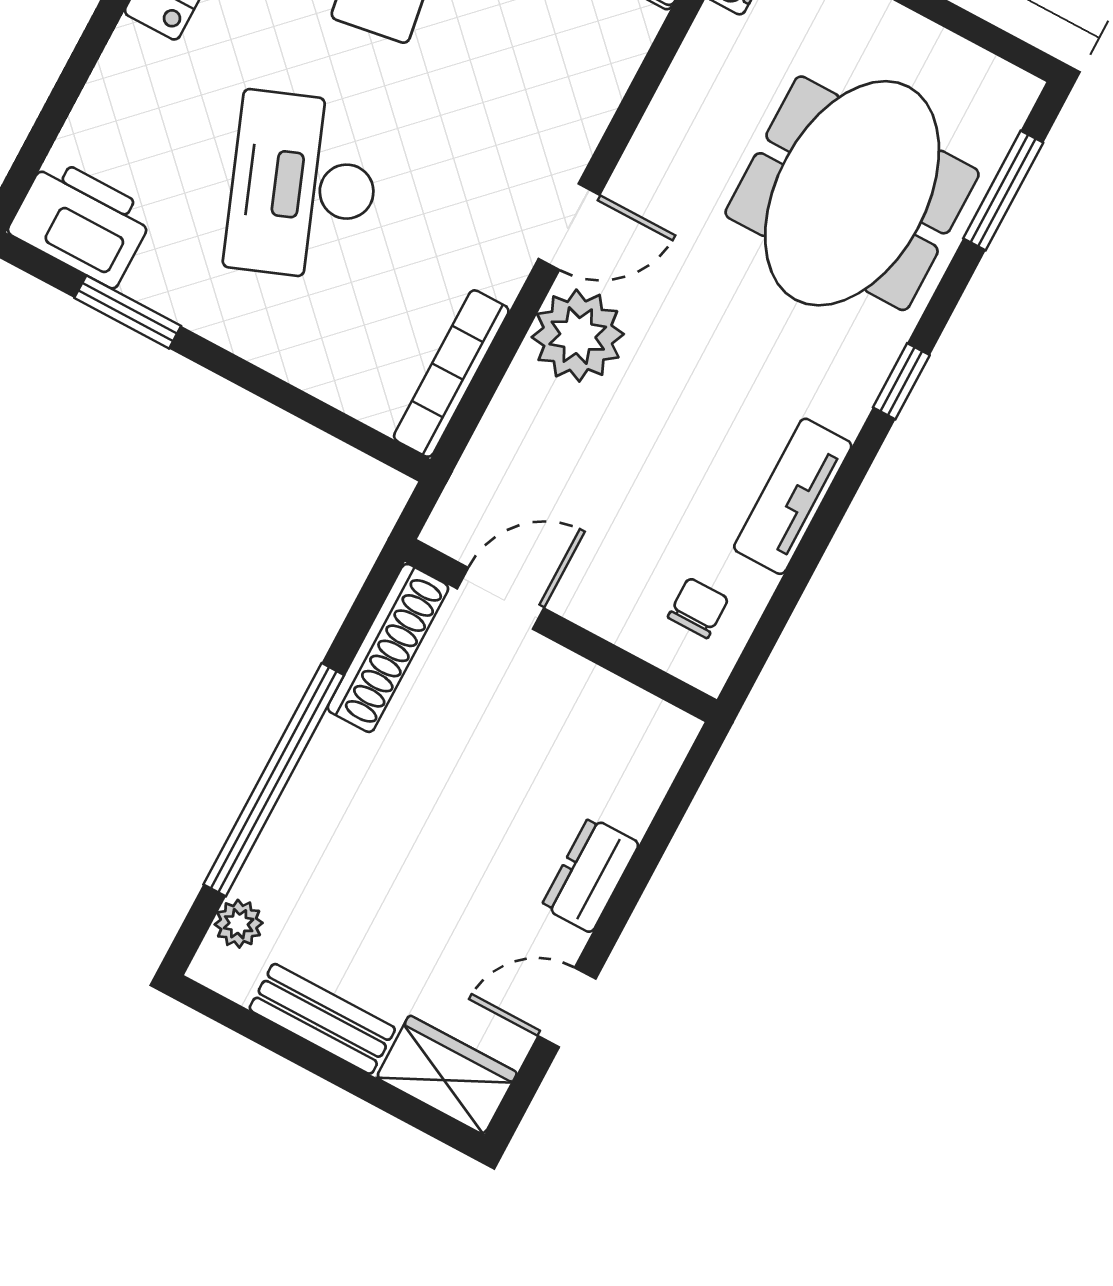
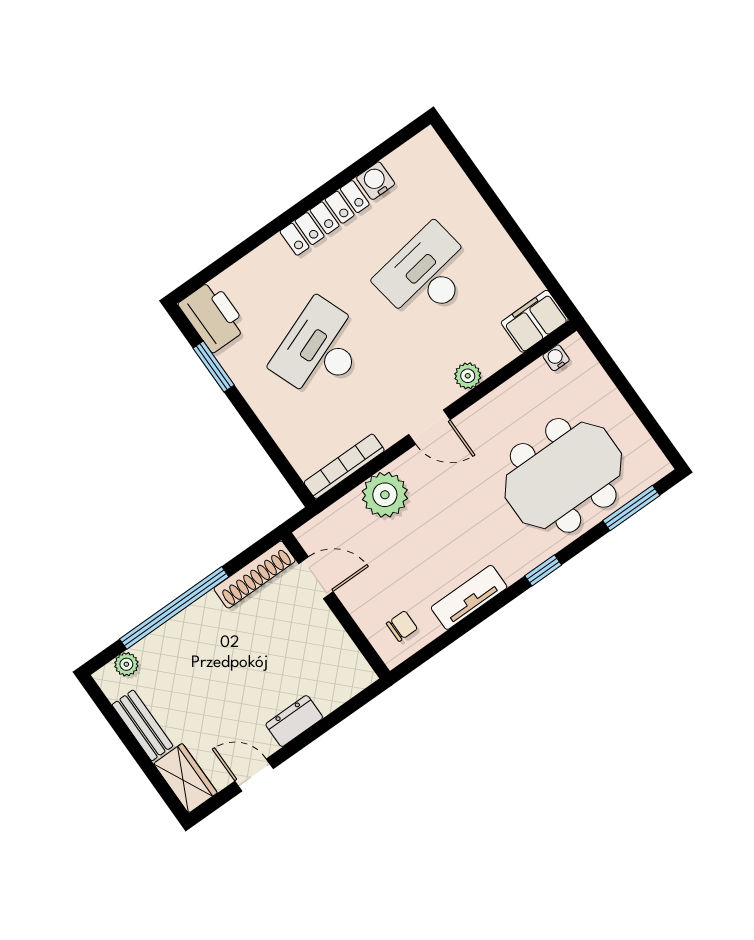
plant: (592, 100) -> (468, 376), added
plant: (578, 336) -> (385, 495), moved

